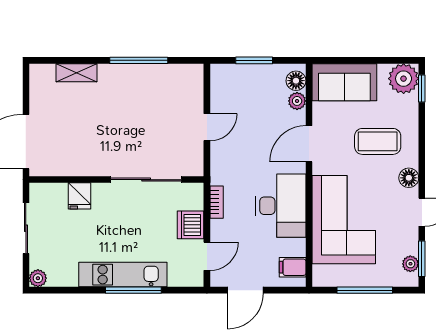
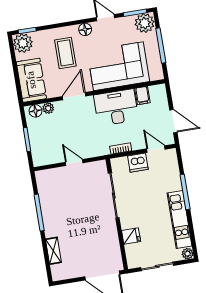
door: (309, 144) -> (74, 96), swing flipped
plant: (410, 264) -> (145, 23), width x1.87, depth x1.87
filing cabinet: (293, 267) -> (142, 95), moved
kitchen unit: (123, 275) -> (180, 220), moved

